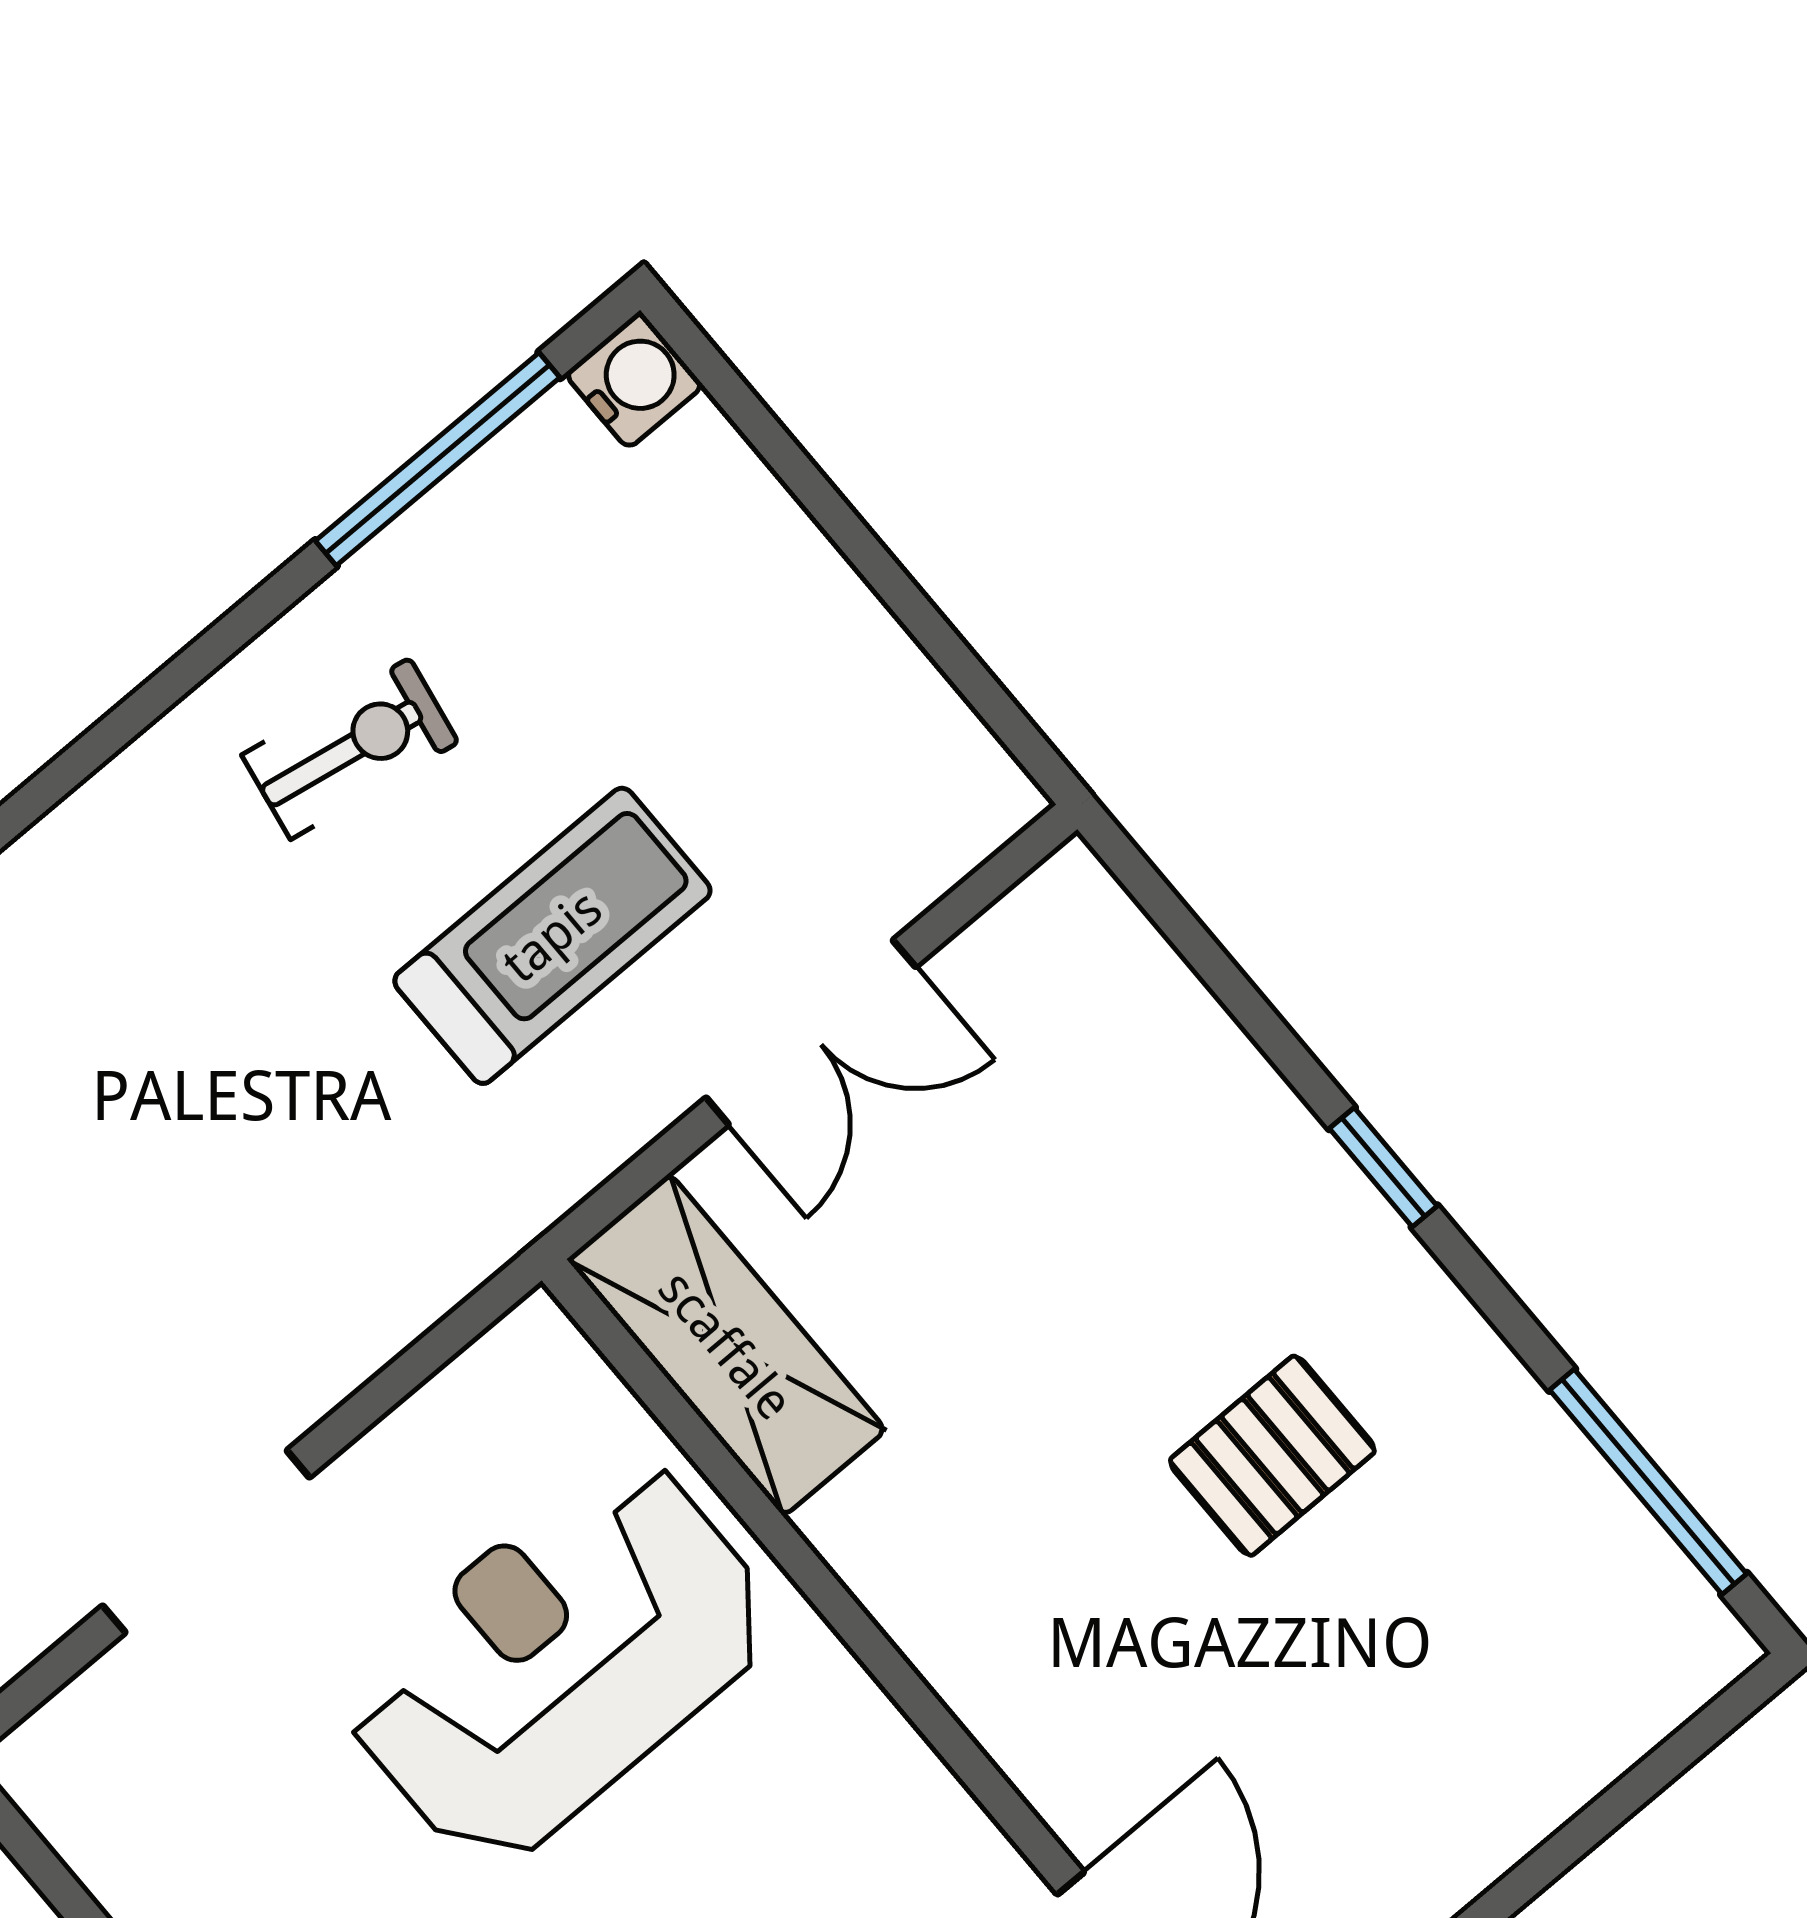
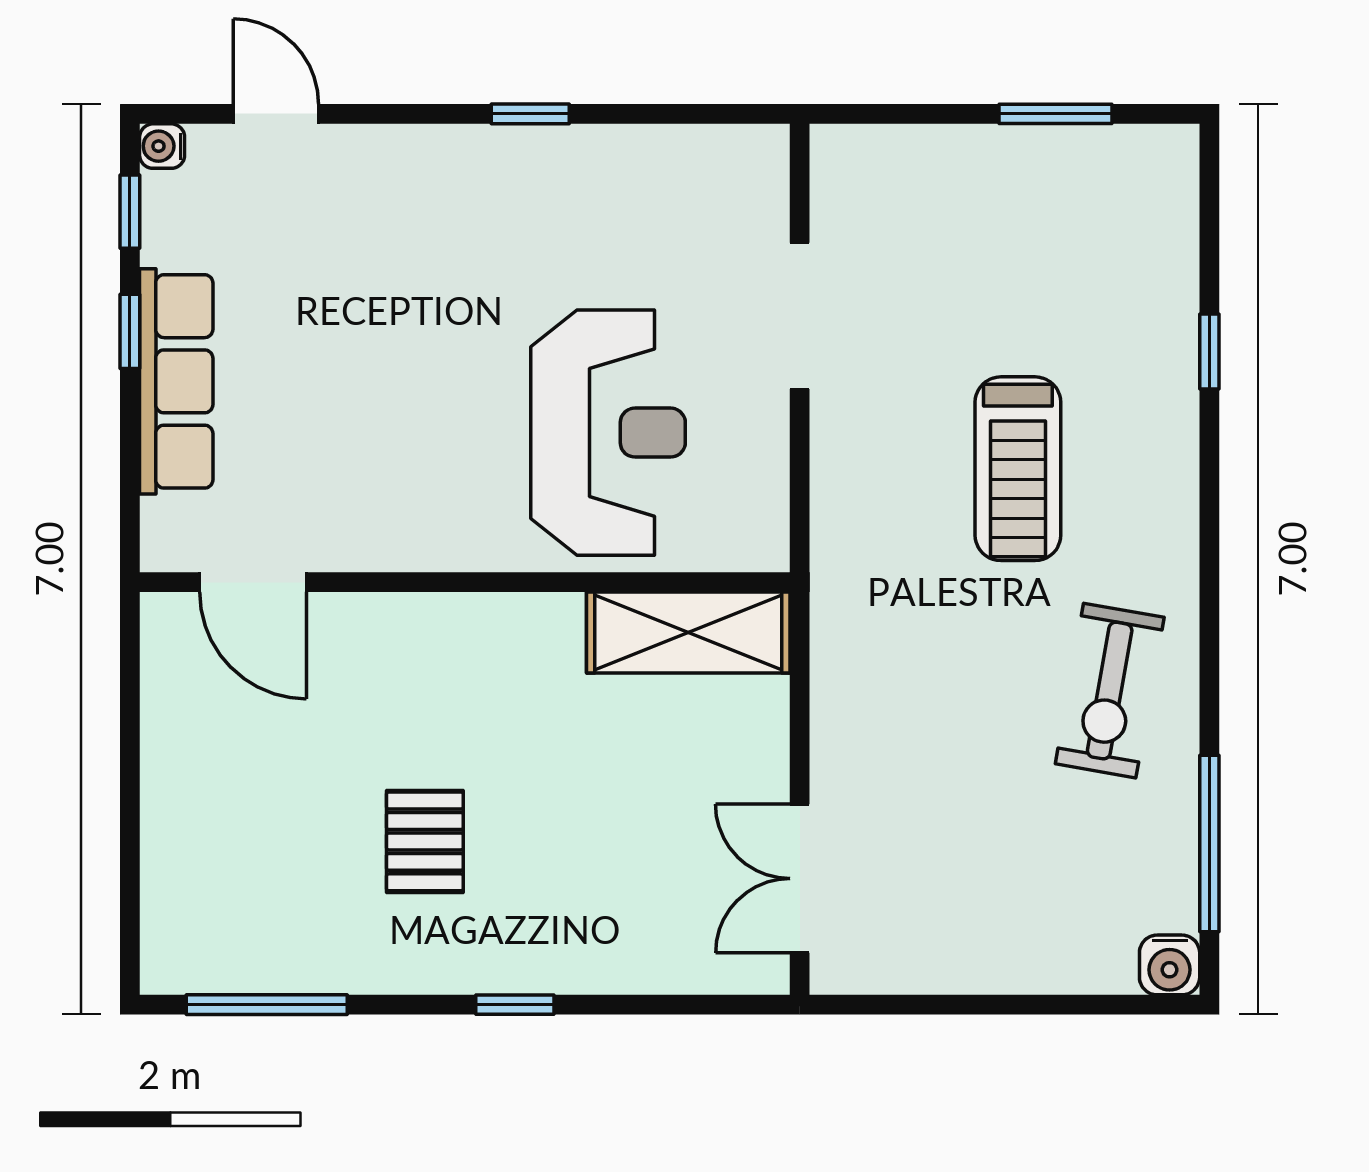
exercise bike: (350, 749) -> (1110, 691), width x1.38, depth x1.39
treadmill: (552, 936) -> (1018, 469), moved
double door: (811, 1032) -> (800, 879), moved

